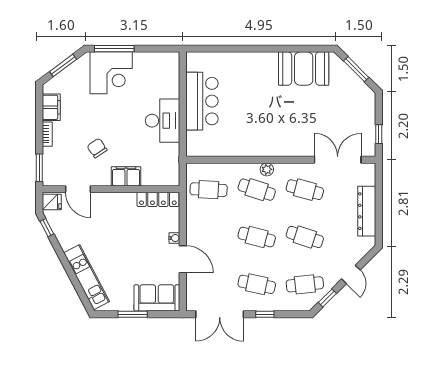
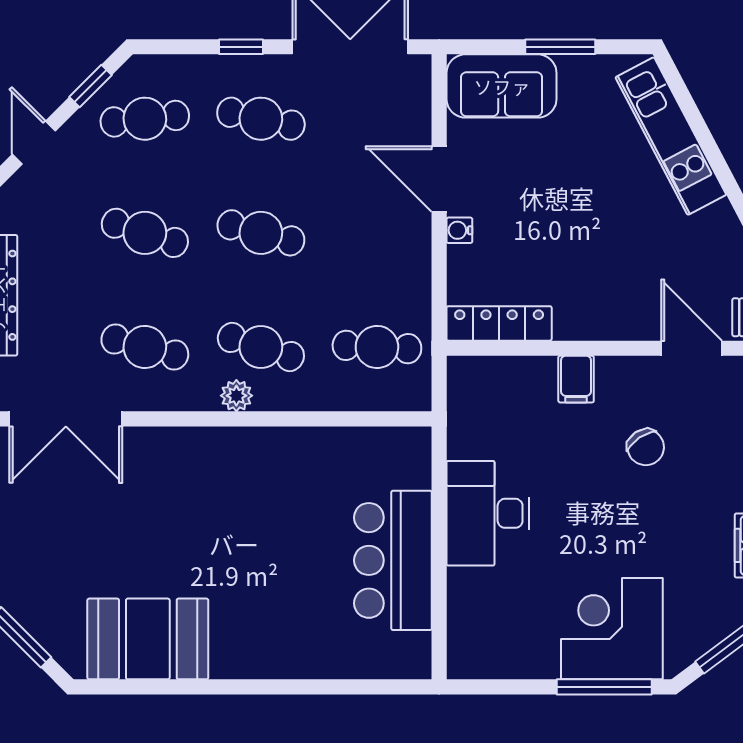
filing cabinet: (126, 176) -> (576, 379), width x0.50

